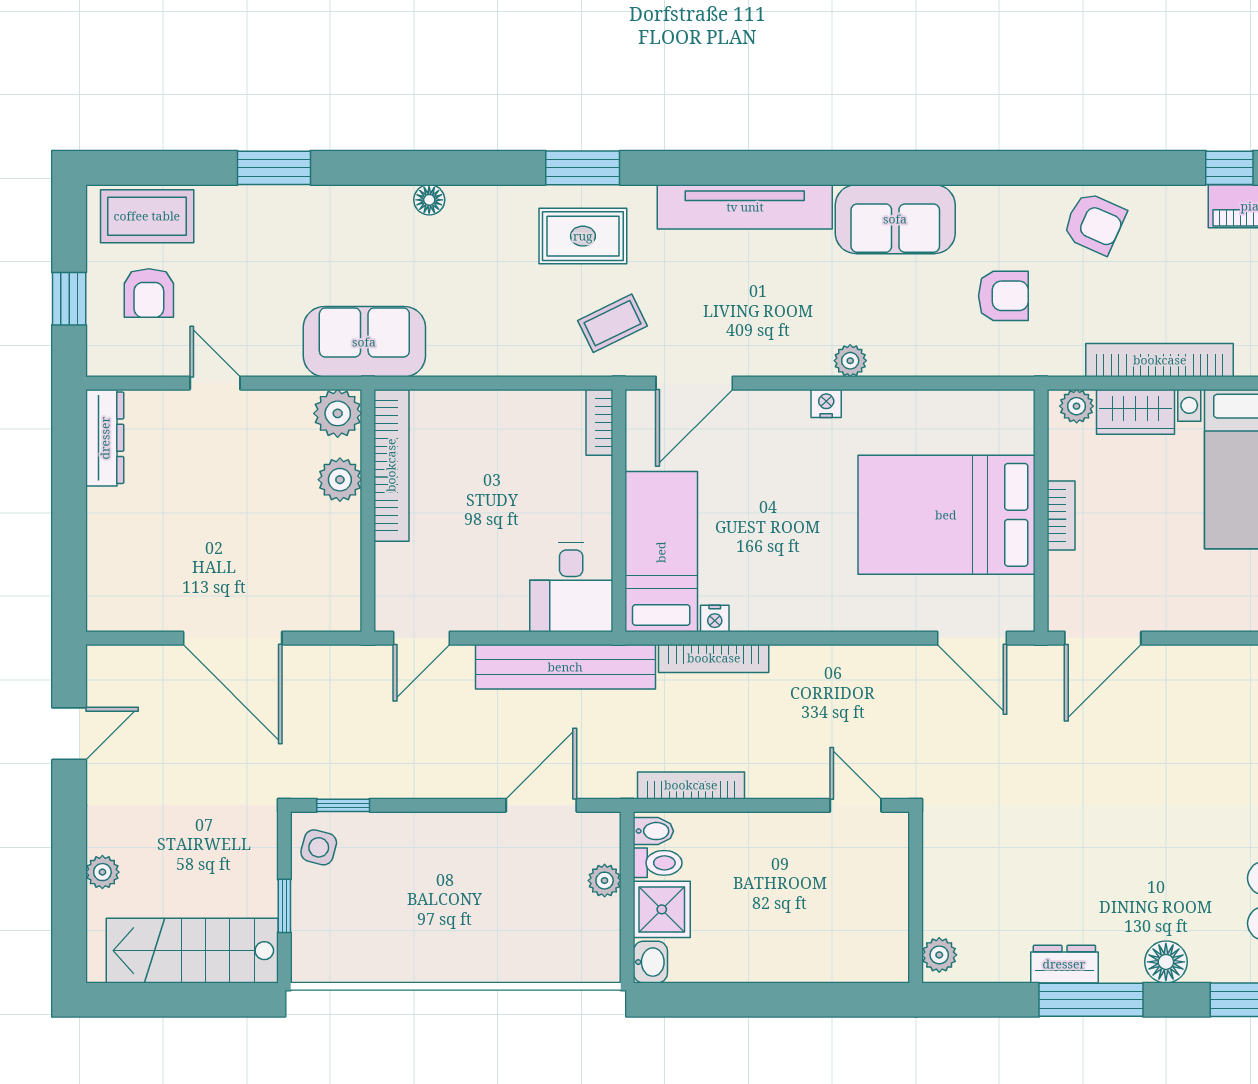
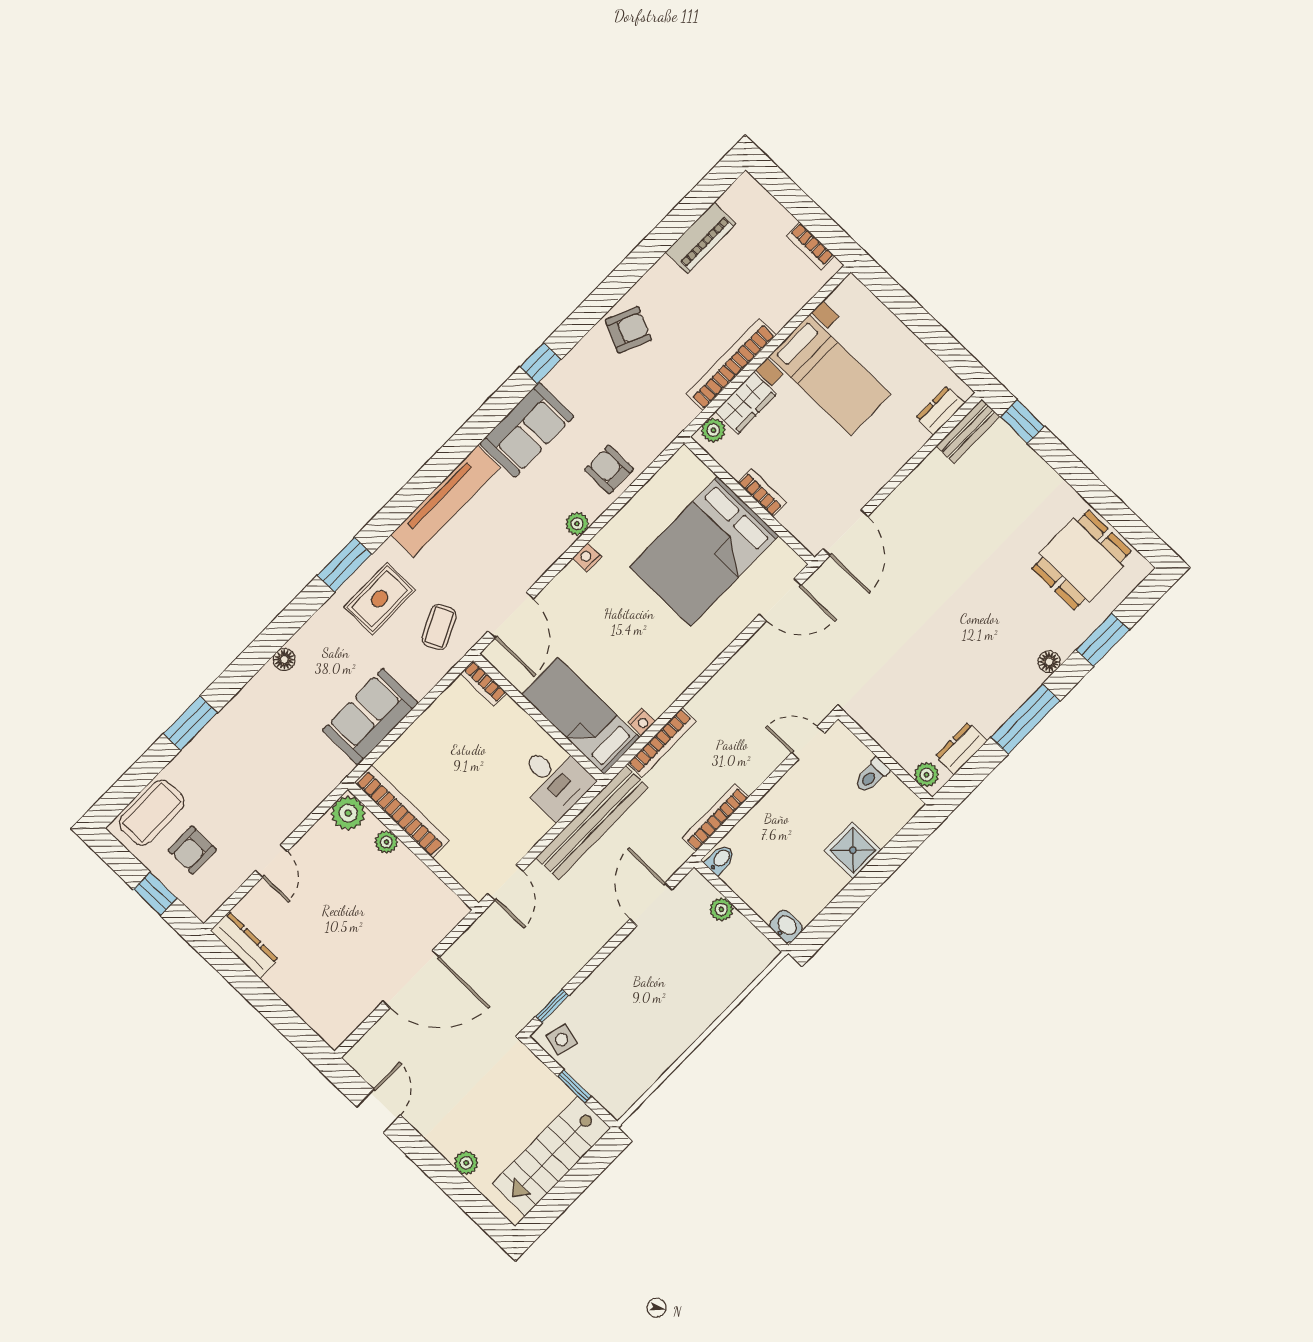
window: (1229, 168) -> (540, 363), moved
armchair: (149, 293) -> (192, 850), turned 90
armchair: (1003, 296) -> (609, 469), moved, turned -90
sofa: (364, 342) -> (370, 717), moved
door: (215, 383) -> (271, 861), swing flipped
plant: (340, 480) -> (386, 842), width x0.73, depth x0.73
toilet: (658, 863) -> (872, 775), moved, turned 180
shower: (662, 909) -> (853, 850), moved
floor lamp: (1166, 962) -> (1049, 662), width x0.73, depth x0.73
dresser: (1064, 964) -> (961, 748), moved

